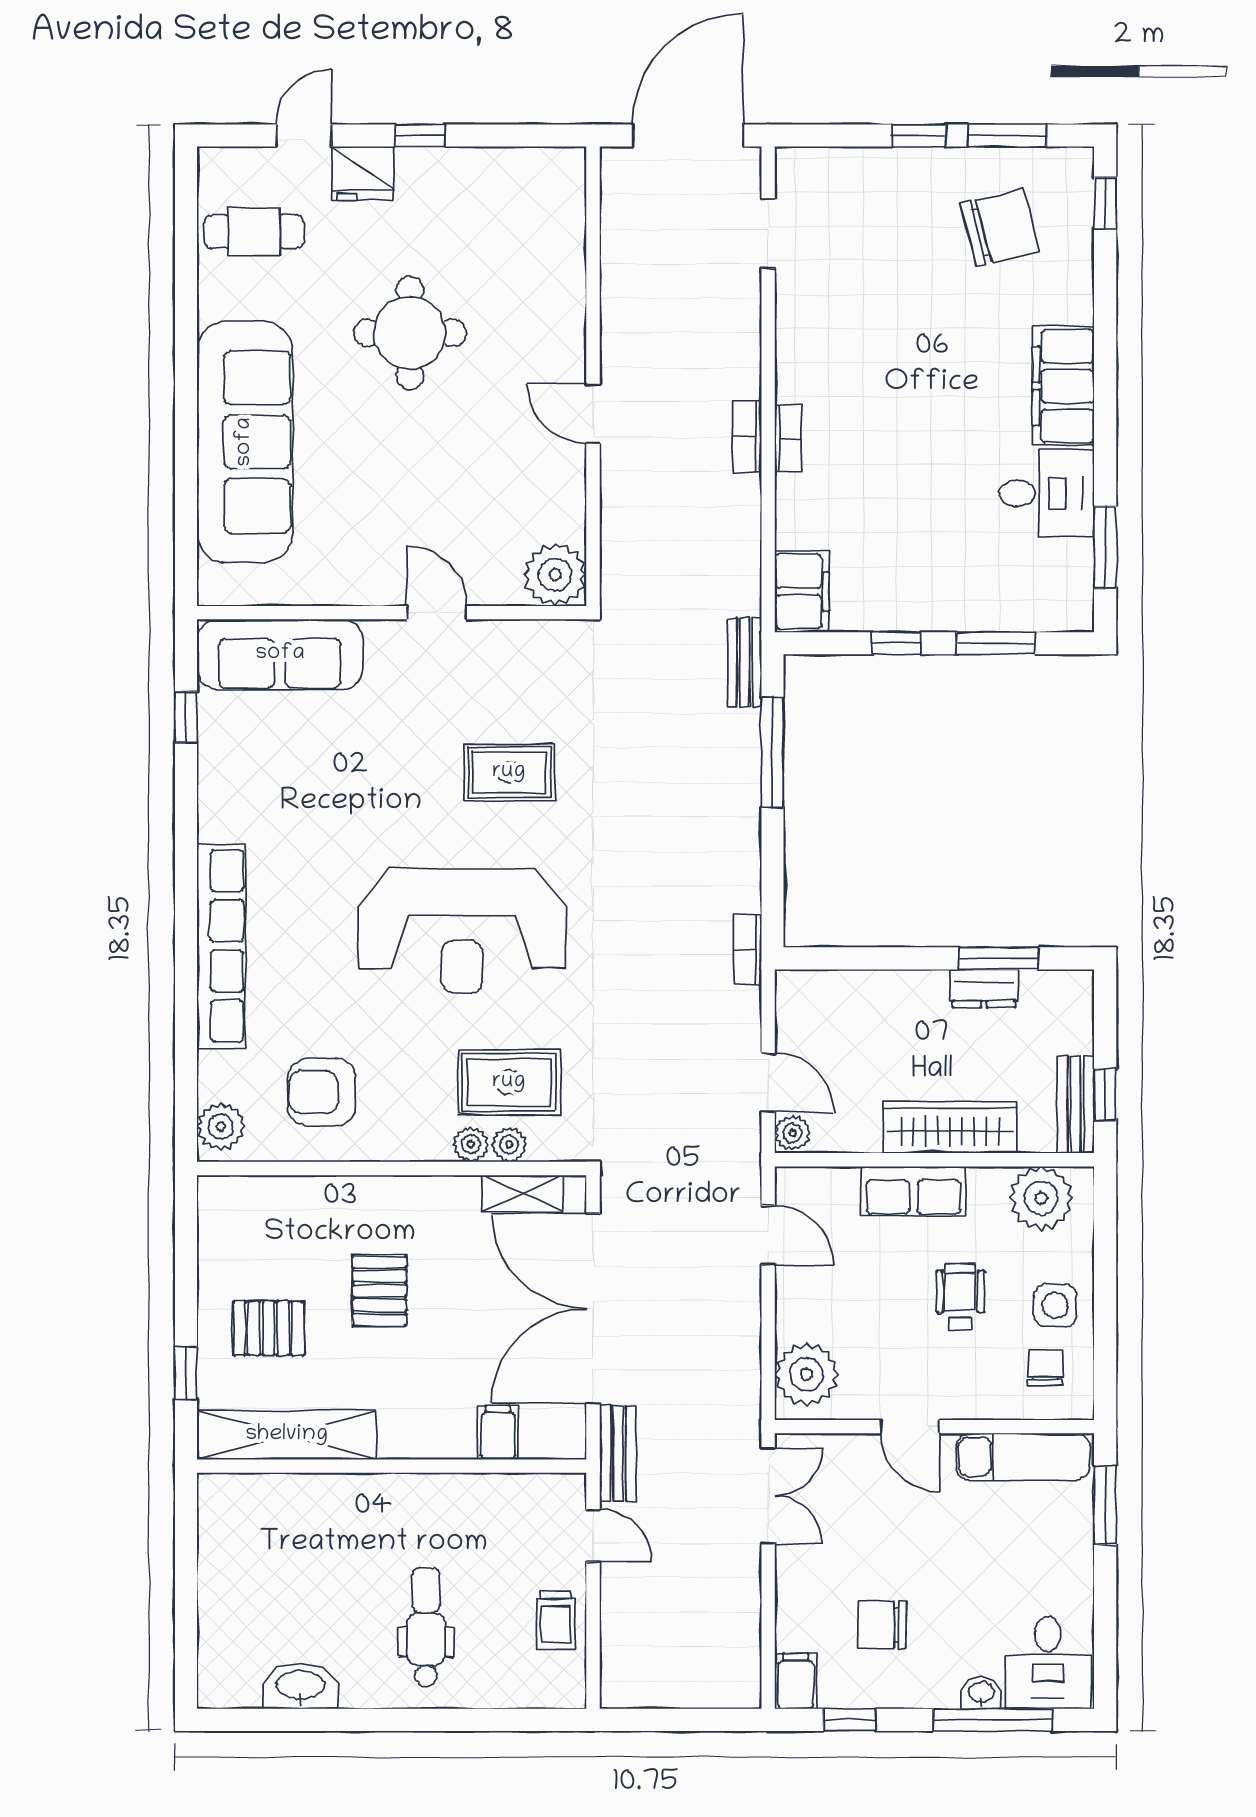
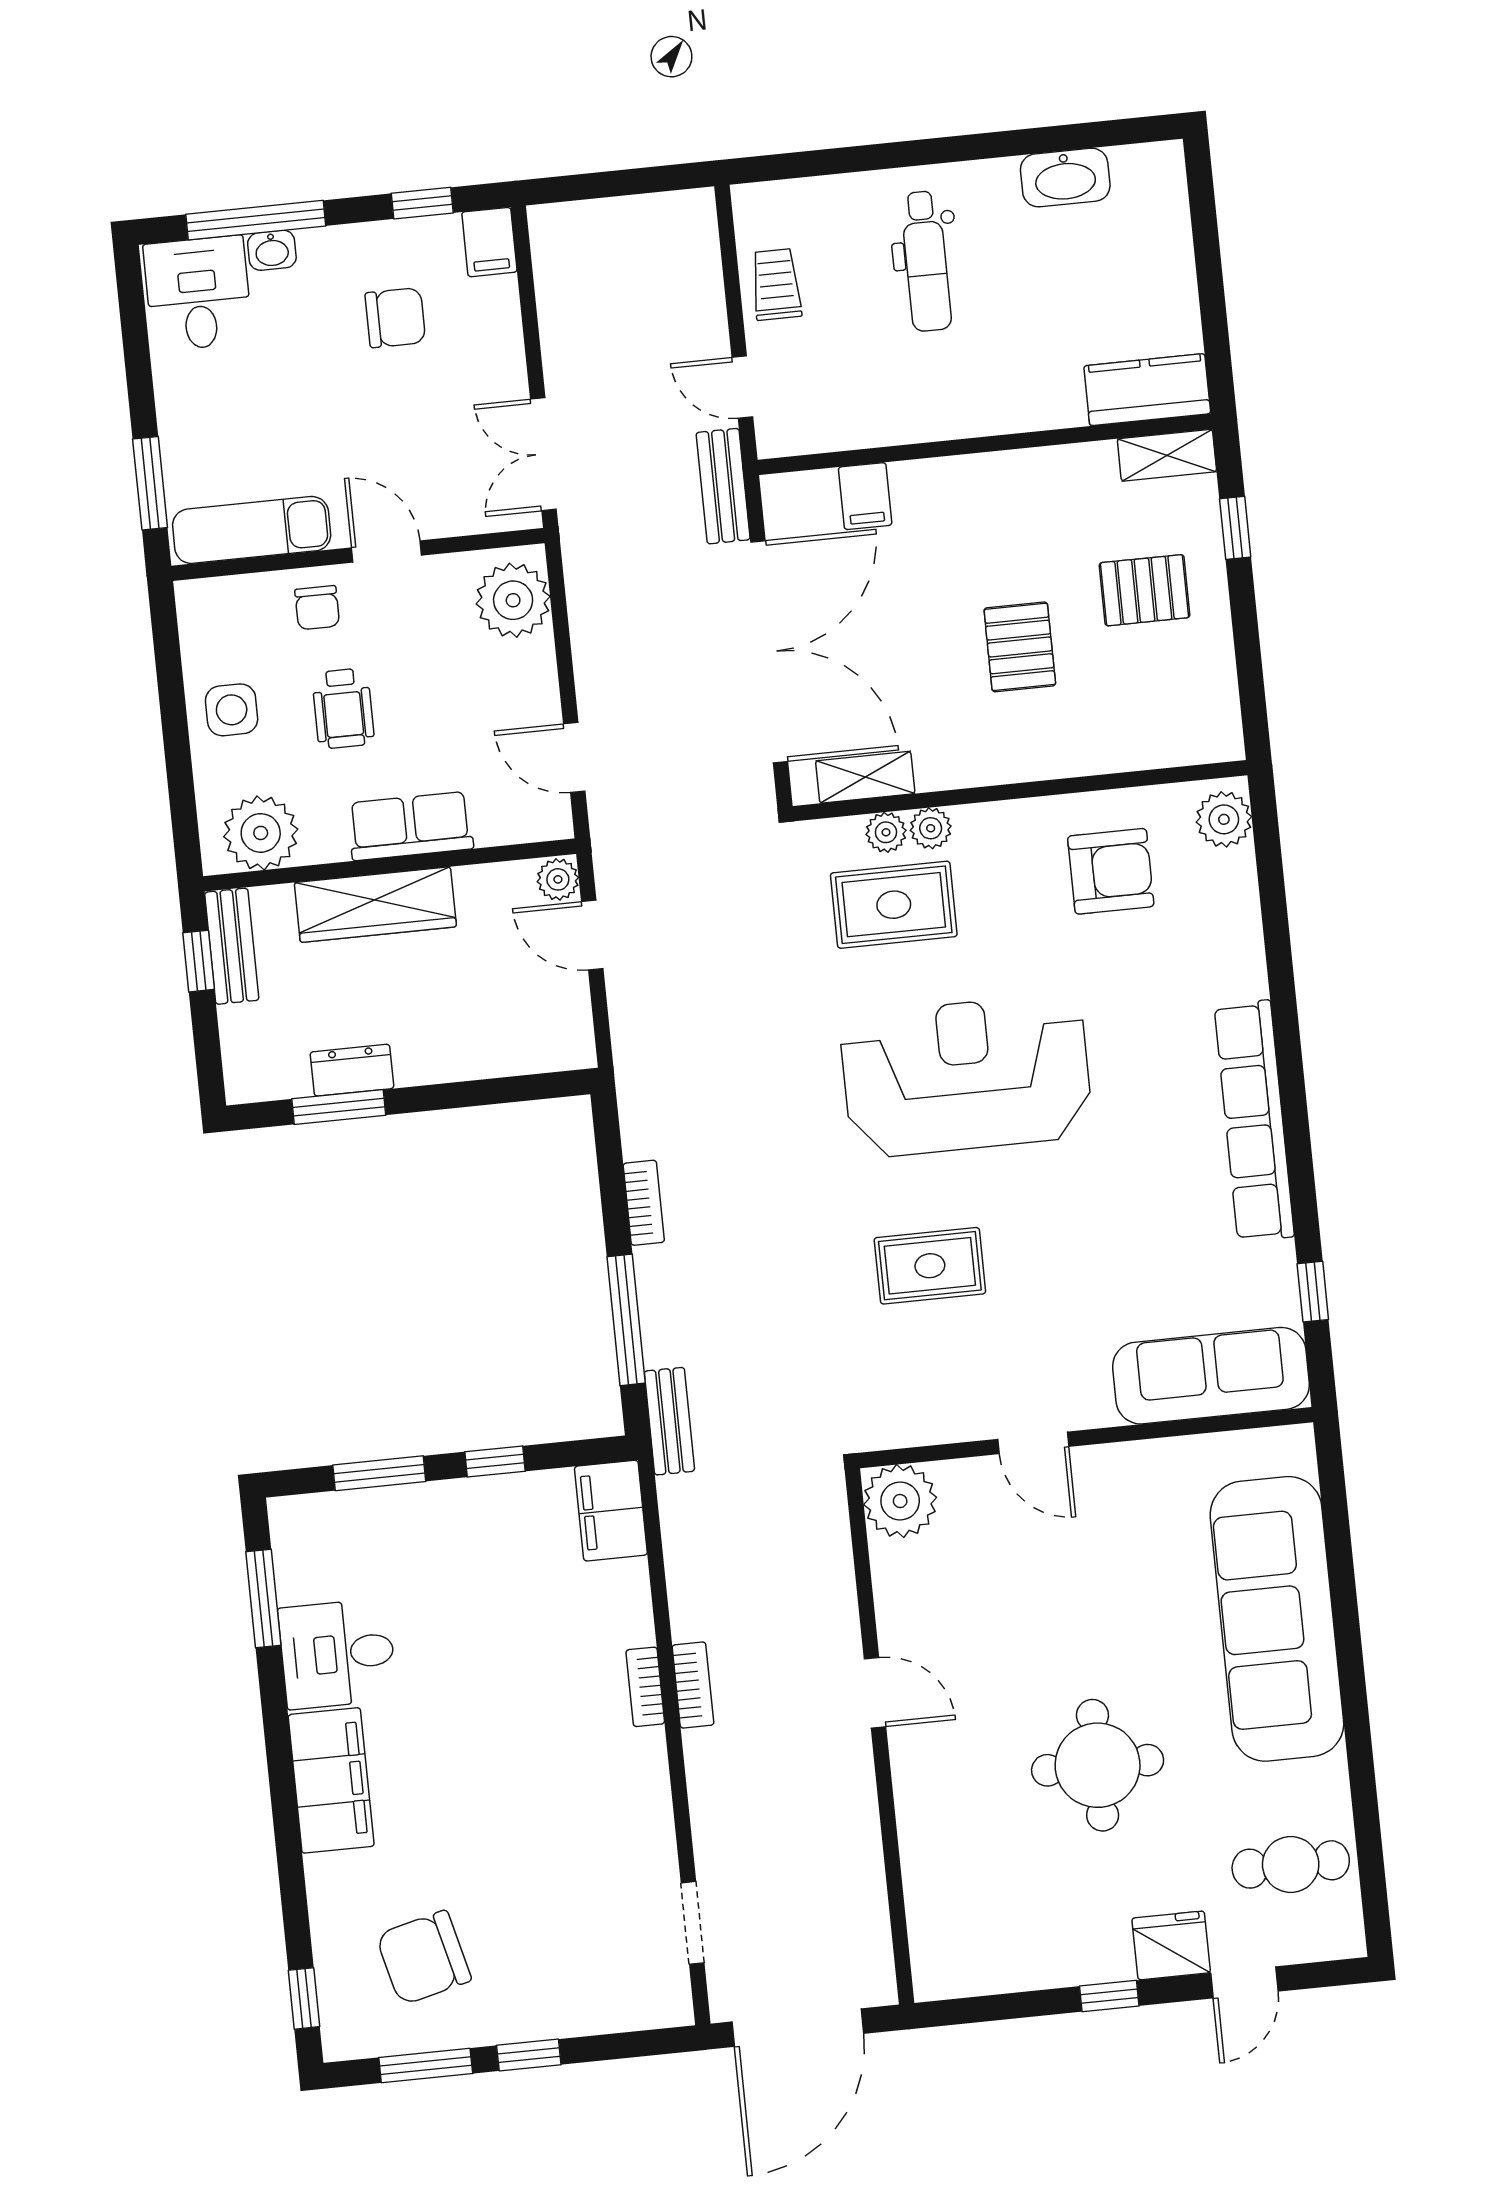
row of seats: (221, 946) -> (1254, 1121), moved
bookcase: (747, 949) -> (644, 1203), moved
chair: (1045, 1368) -> (317, 608), moved
shelving: (287, 1435) -> (1167, 455), width x0.45, depth x0.75
kitchen counter: (249, 1499) -> (1147, 390), added

